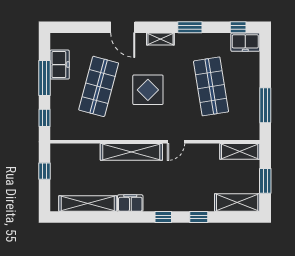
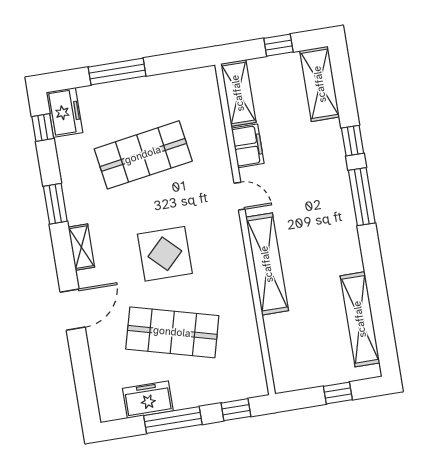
window: (265, 105) -> (117, 72), moved
window: (45, 171) -> (338, 393), moved
window: (265, 181) -> (278, 45), width x0.67
filing cabinet: (130, 203) -> (248, 146), moved, turned 180
window: (163, 217) -> (362, 197), width x2.17

